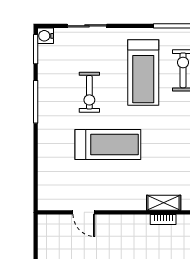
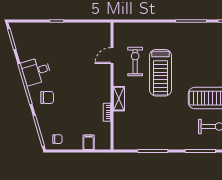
exercise bike: (89, 92) -> (135, 62), moved, turned 90
shelving: (164, 203) -> (119, 99), moved

